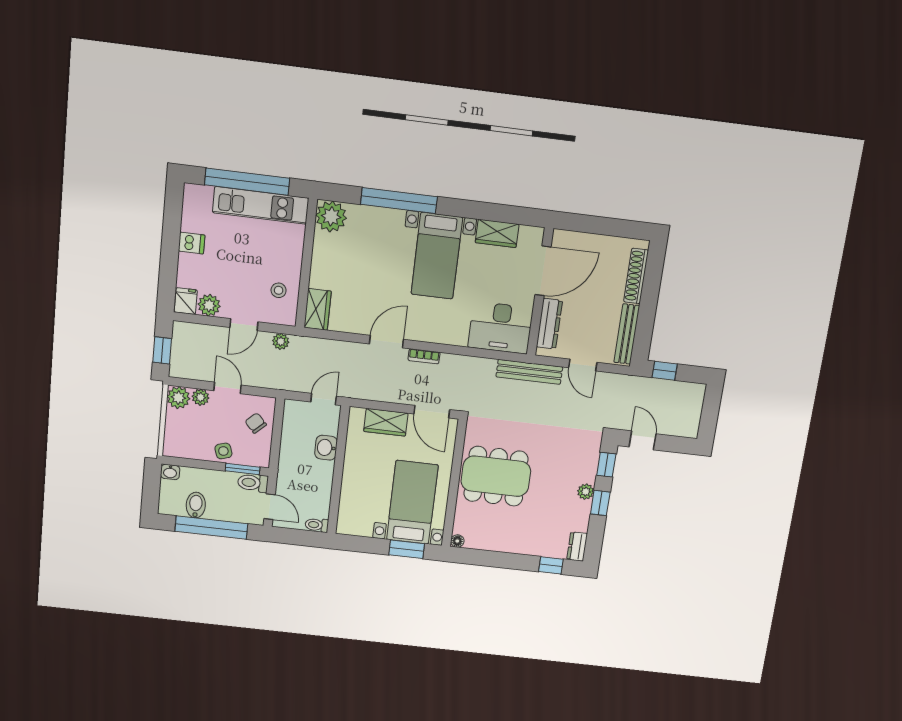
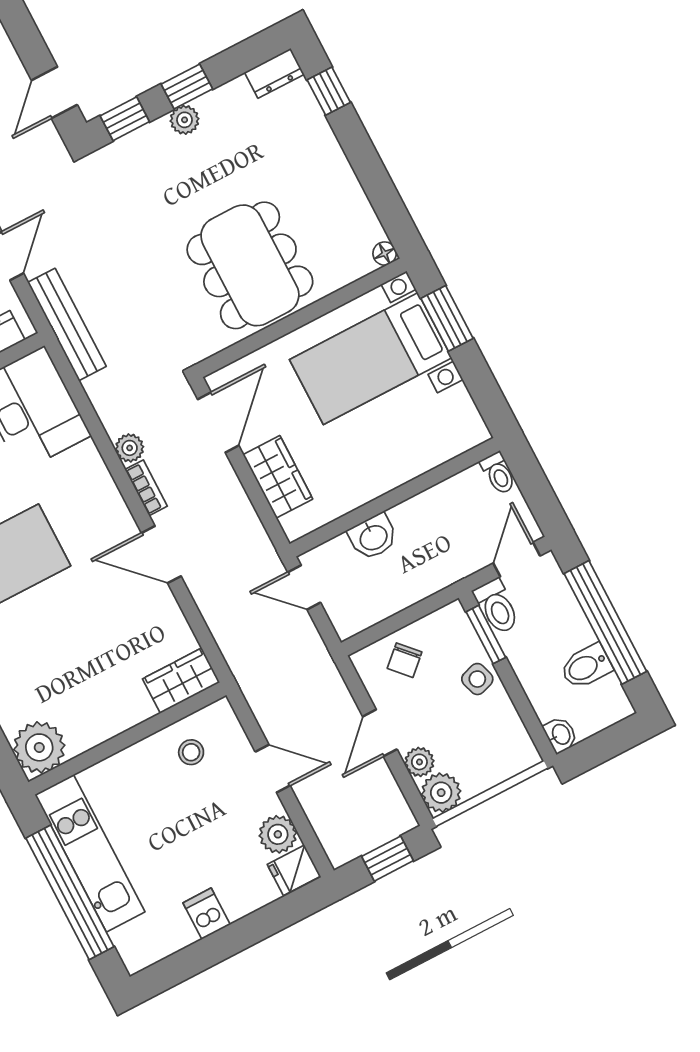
plant: (281, 341) -> (130, 448), moved

